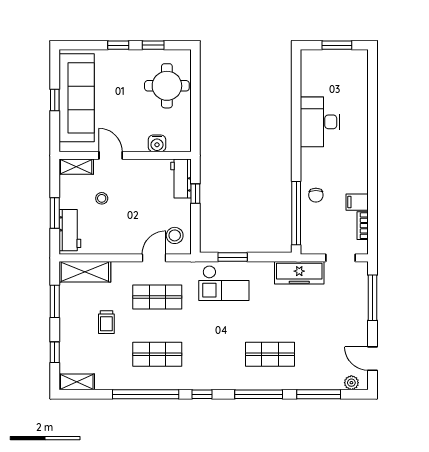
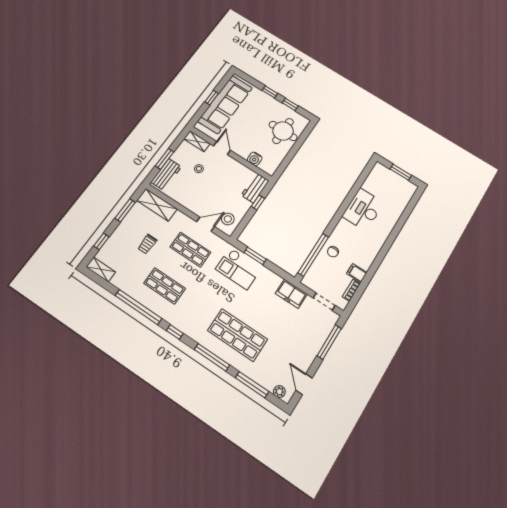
freezer: (299, 273) -> (291, 294), width x0.71
shop shelf: (270, 354) -> (237, 335), width x1.43, depth x1.36

